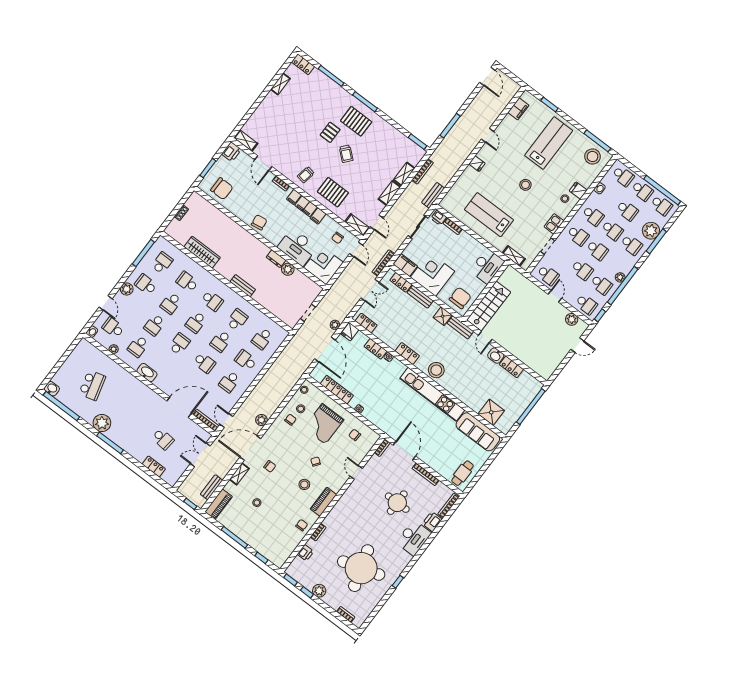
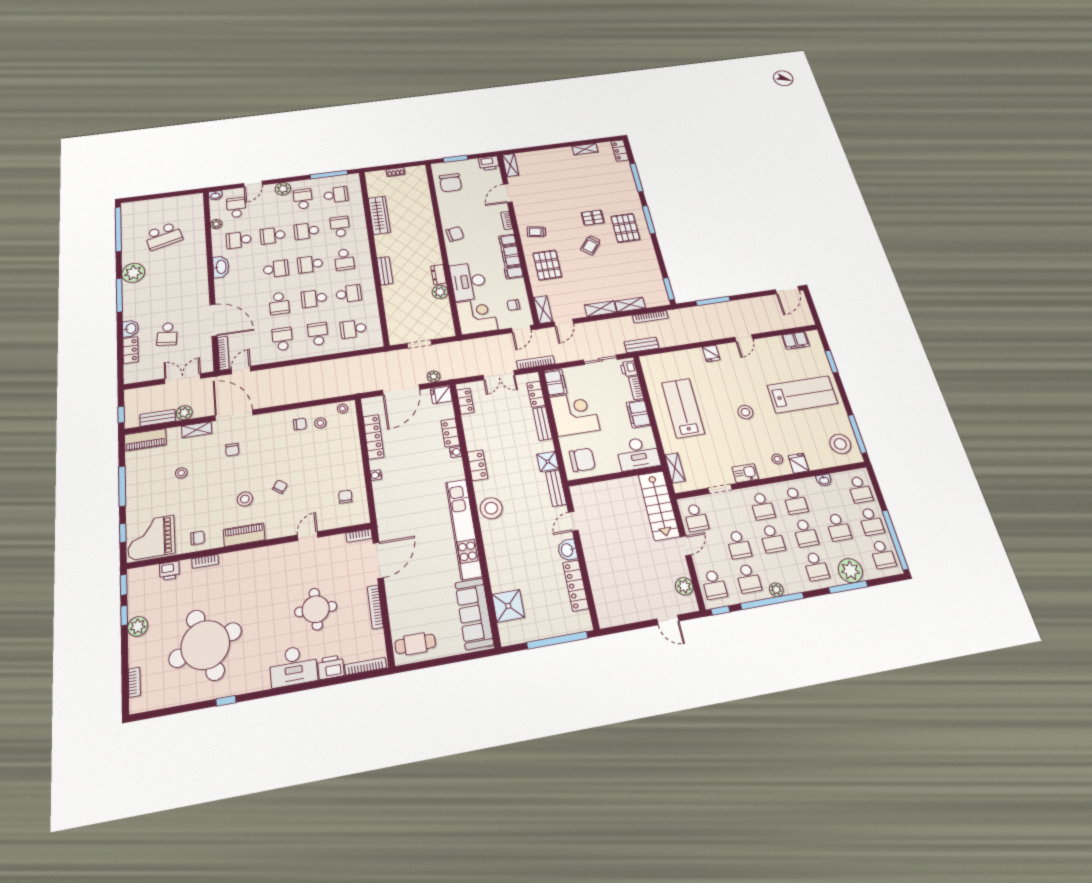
filing cabinet: (467, 241) -> (638, 414), added
stairs: (489, 306) -> (659, 505), moved, turned 90
locker: (511, 367) -> (576, 585), width x1.53
school desk: (229, 382) -> (282, 339), turned 90
washbasin: (52, 389) -> (131, 329), moved
plant: (261, 420) -> (184, 413), moved
grand piano: (324, 424) -> (151, 538), moved

